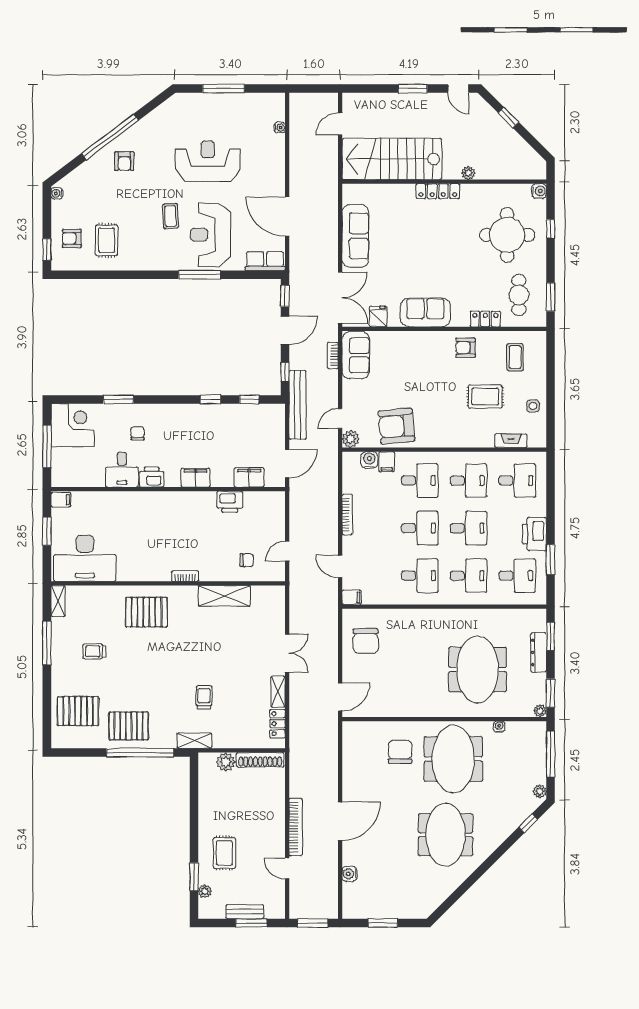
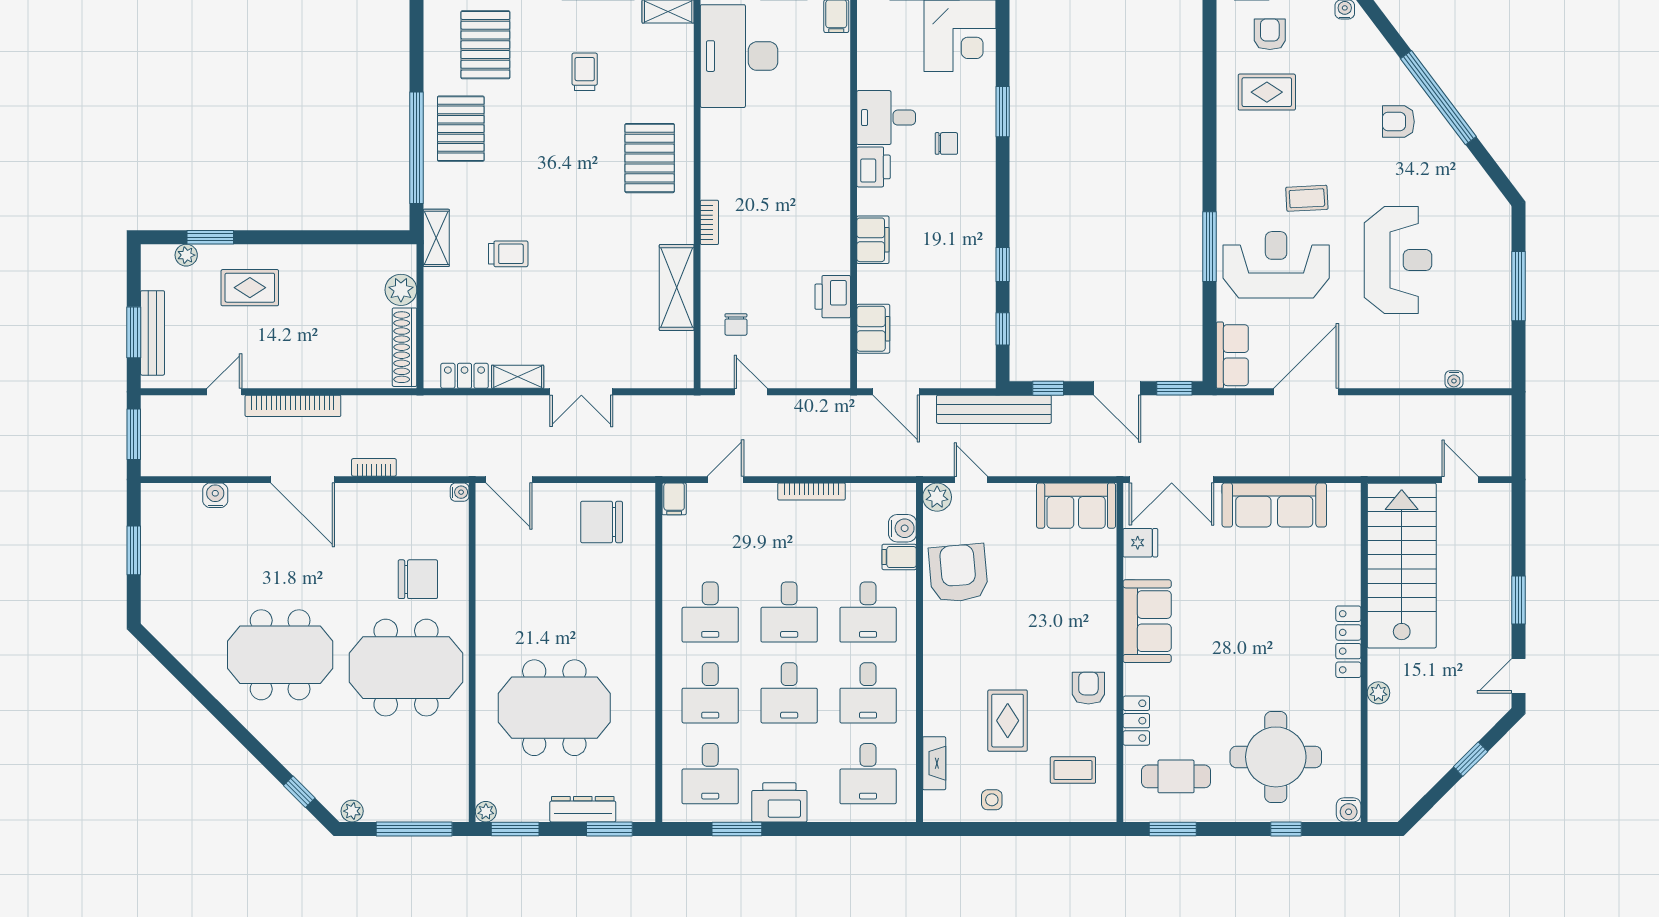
bookcase: (333, 355) -> (374, 467), moved
water cooler: (499, 727) -> (460, 492), moved
bench: (245, 912) -> (153, 333), width x1.36

